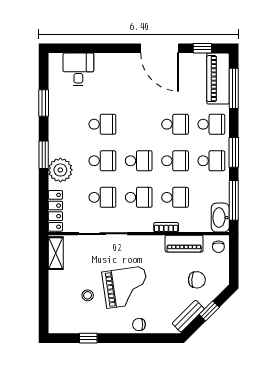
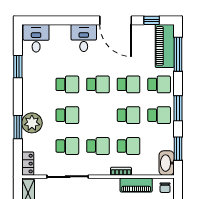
desk: (78, 69) -> (36, 38), moved
desk: (122, 69) -> (84, 38), added
window: (44, 155) -> (18, 127), moved
school desk: (139, 161) -> (98, 84), moved
window: (234, 200) -> (178, 149), width x0.69
locker: (55, 211) -> (28, 164), width x0.66

